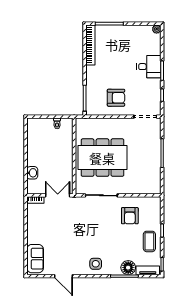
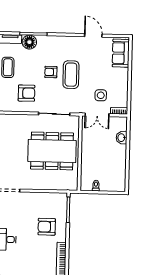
armchair: (116, 98) -> (47, 227), moved
armchair: (130, 216) -> (26, 93), turned 90
coffee table: (85, 236) -> (71, 75), added
armchair: (106, 238) -> (51, 72), added
side table: (96, 264) -> (101, 95), moved

